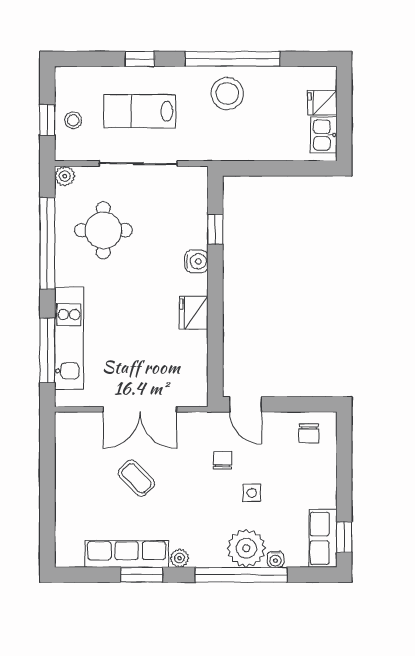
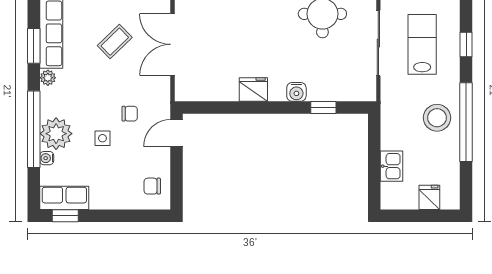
kitchen sink: (324, 135) -> (392, 166), moved, turned 90

